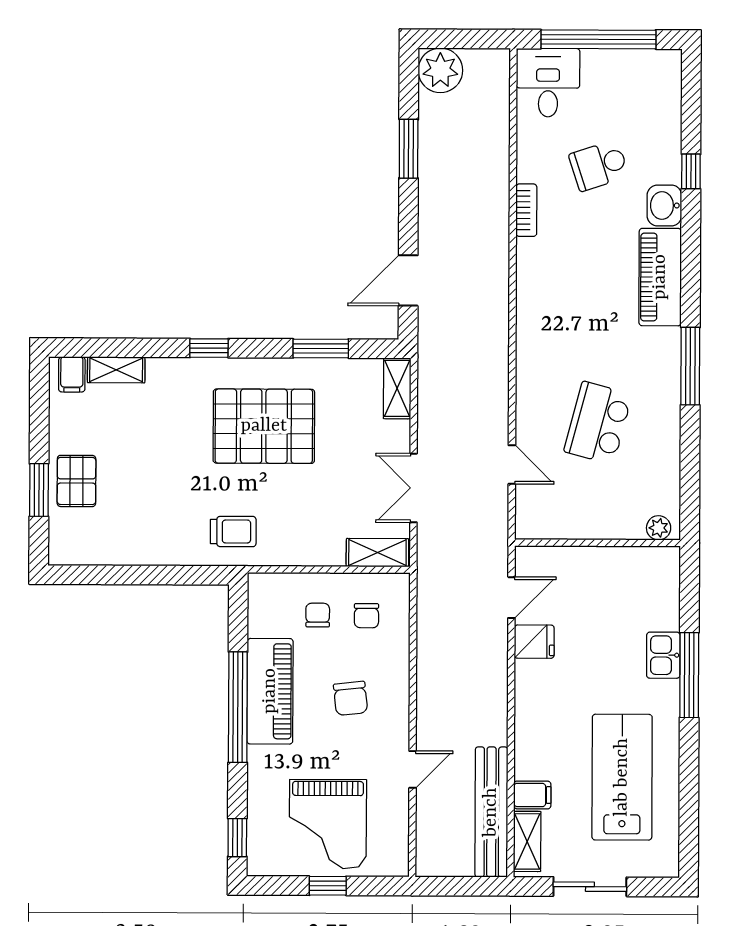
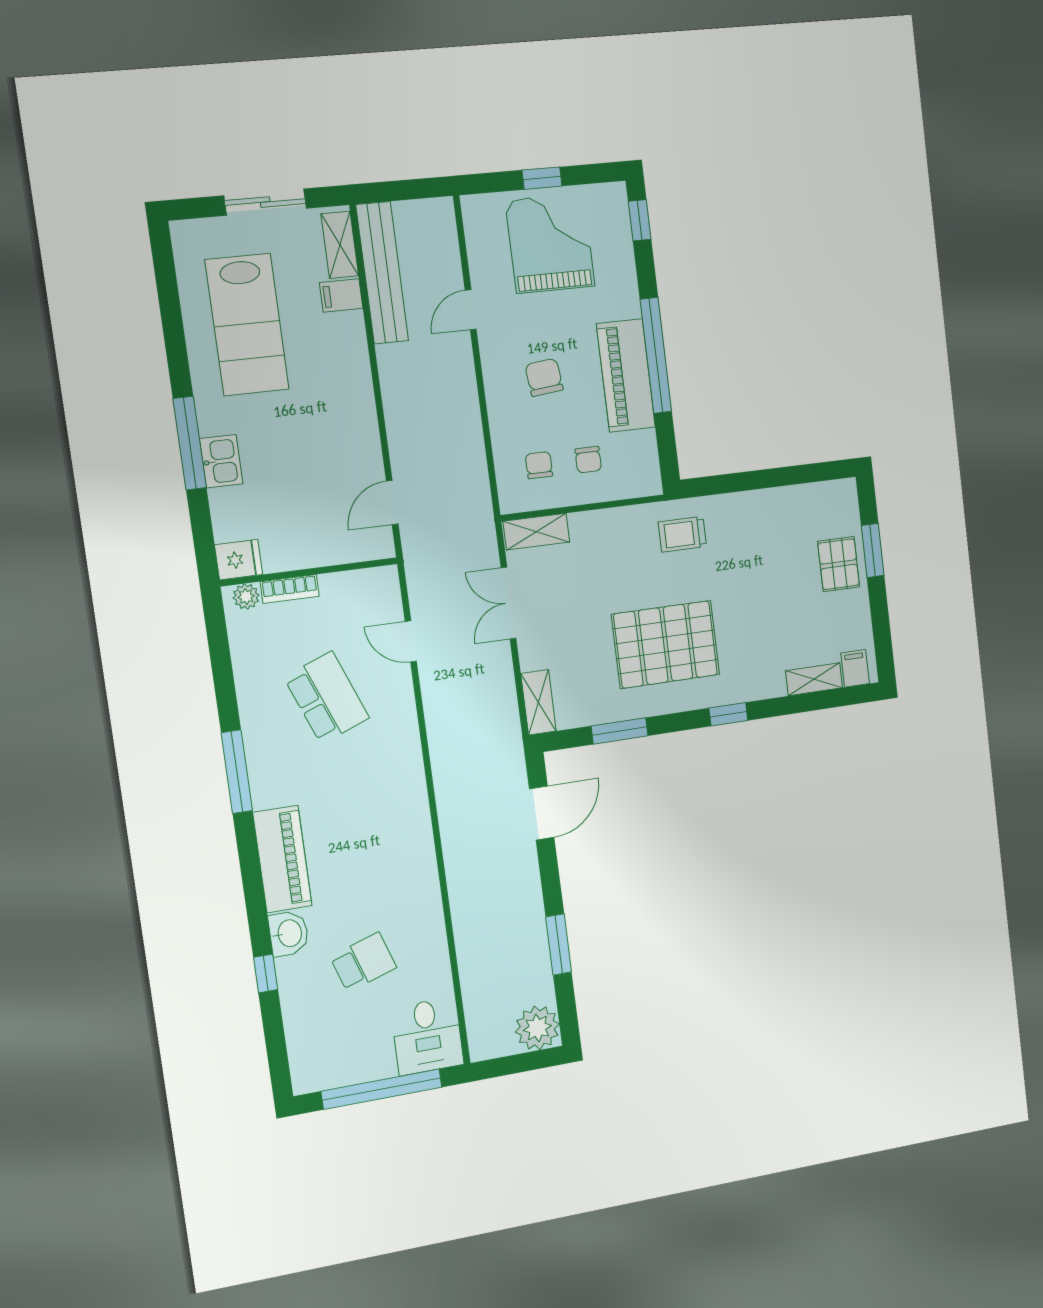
bookcase: (526, 210) -> (290, 589), moved, turned -90
school desk: (598, 423) -> (327, 698), turned -36
double door: (414, 488) -> (508, 603), swing flipped
fridge: (534, 642) -> (239, 560), moved, turned 180

